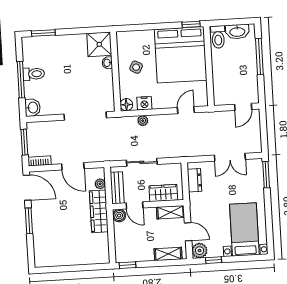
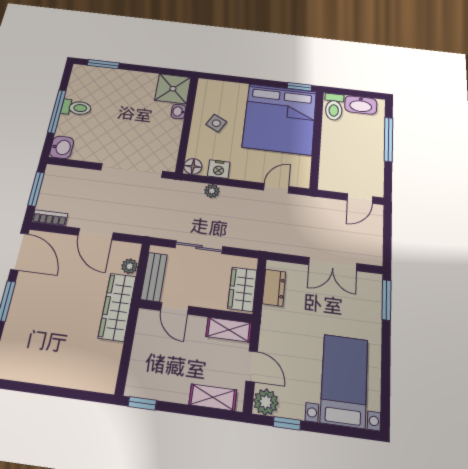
wardrobe: (163, 193) -> (242, 289), moved, turned -90
boiler: (119, 216) -> (147, 319), removed

